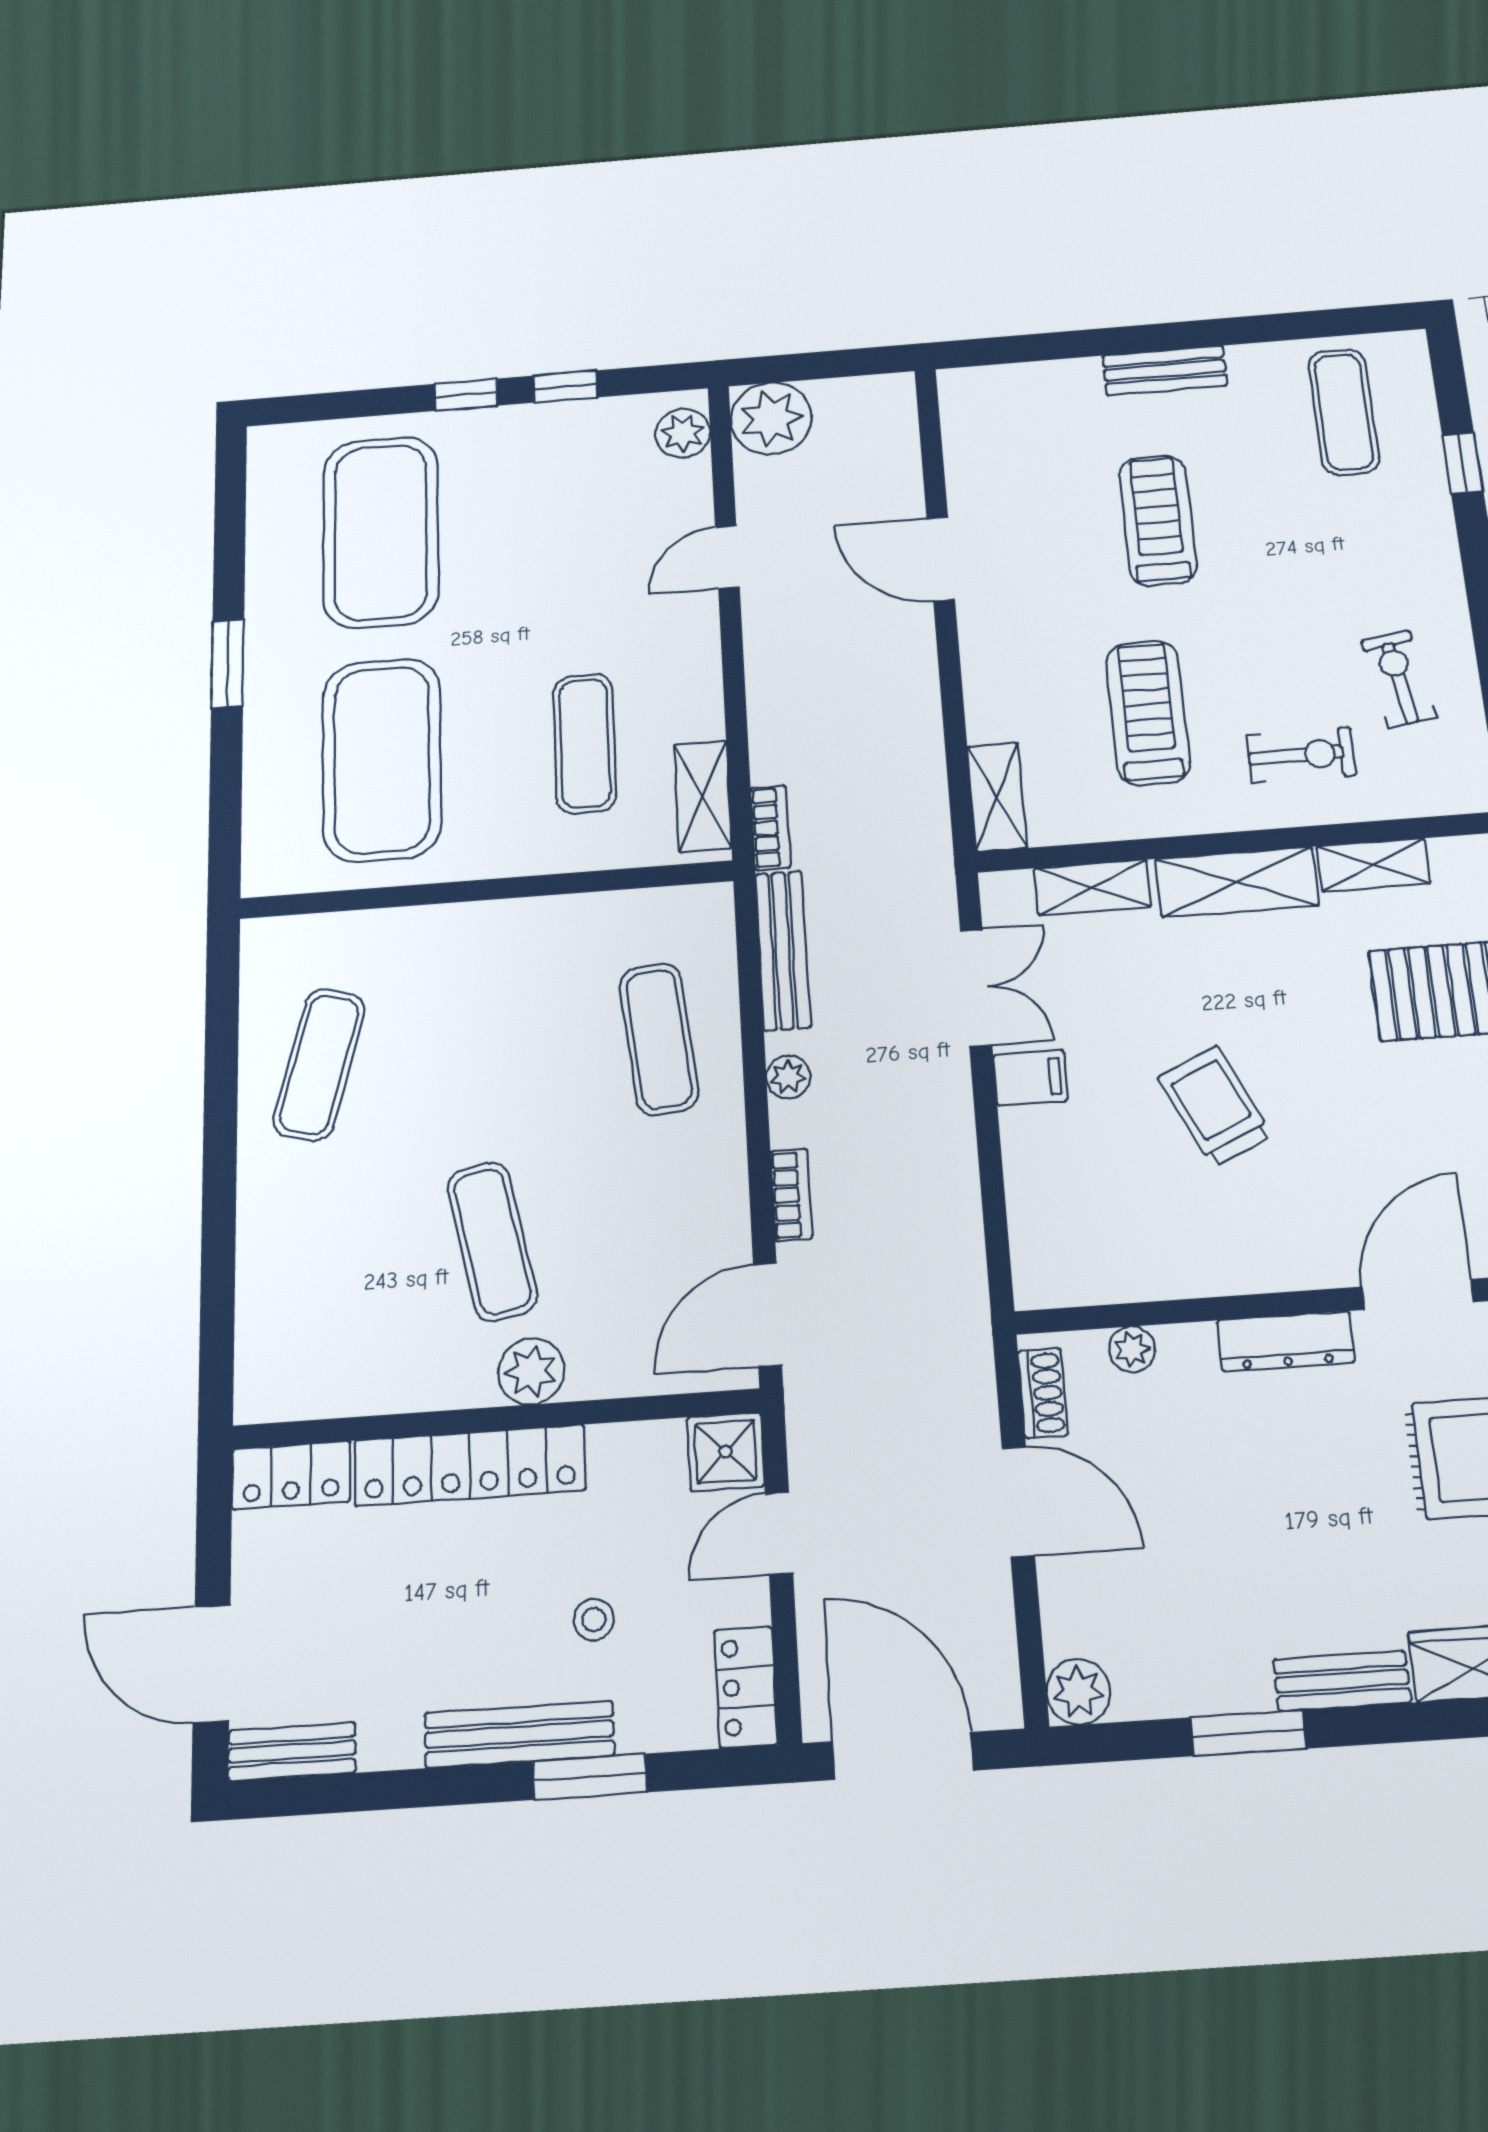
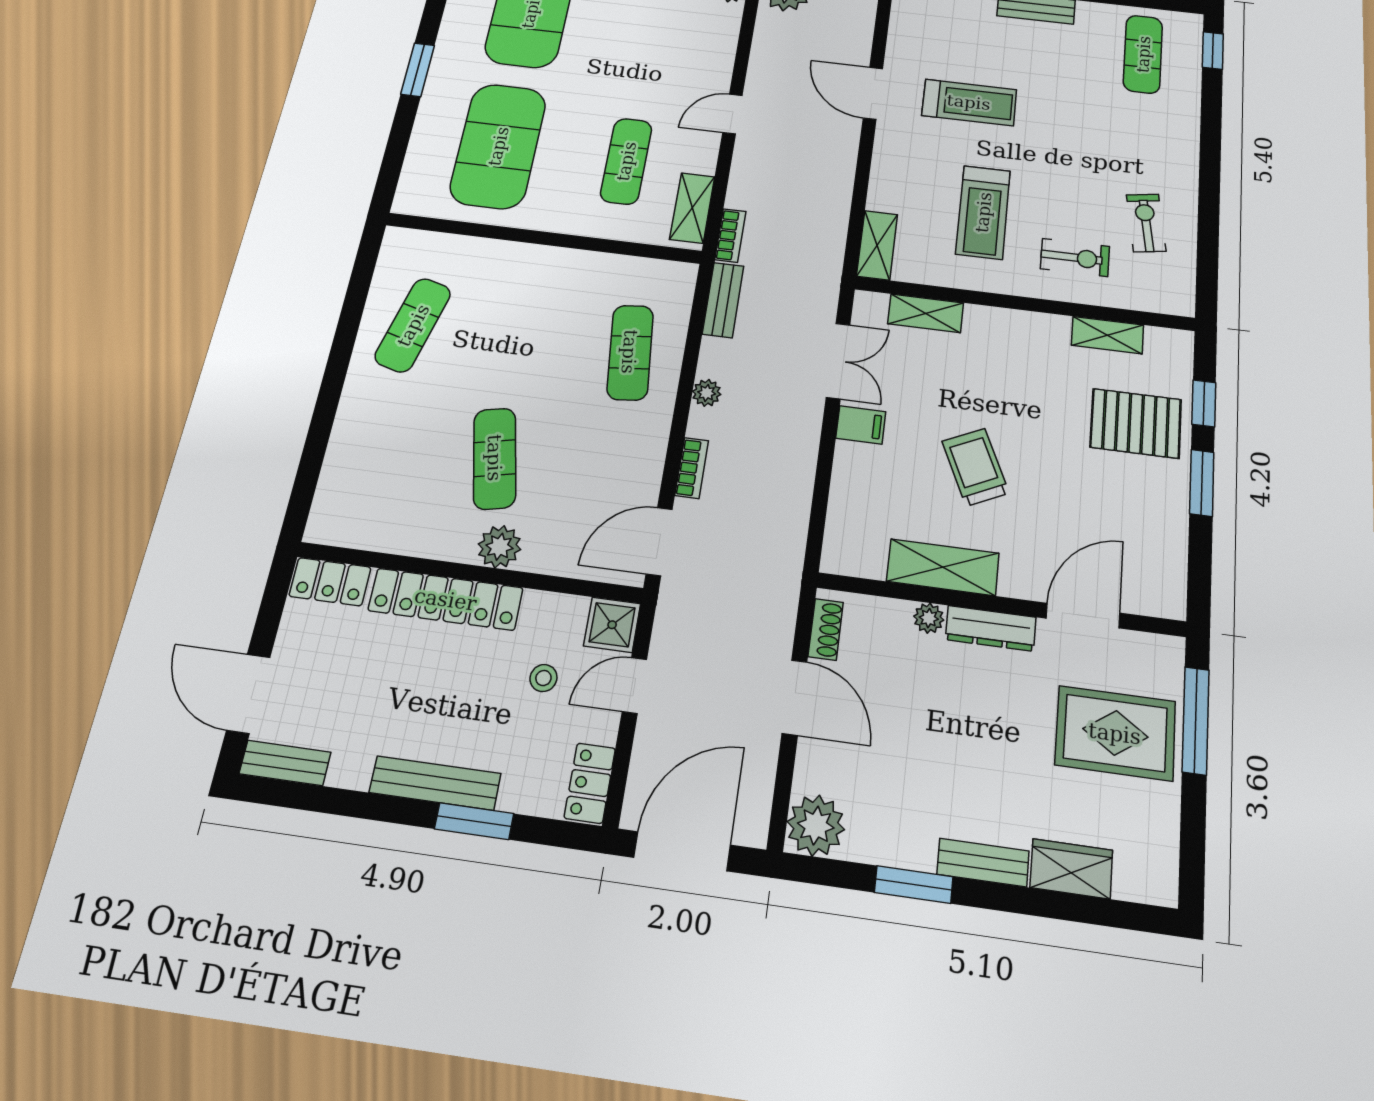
window: (1463, 463) -> (1213, 50), moved
treadmill: (1158, 520) -> (969, 102), moved, turned 90
door: (727, 557) -> (732, 114), moved
treadmill: (1148, 713) -> (983, 212), turned 180
shelving: (1237, 882) -> (943, 567), moved
bench: (783, 950) -> (723, 300), width x0.73
plant: (1132, 1349) -> (929, 618), moved
stool: (594, 1620) -> (543, 678), moved
plant: (1078, 1692) -> (816, 826), width x1.36, depth x1.36
door: (903, 1756) -> (682, 851), hinge flipped

